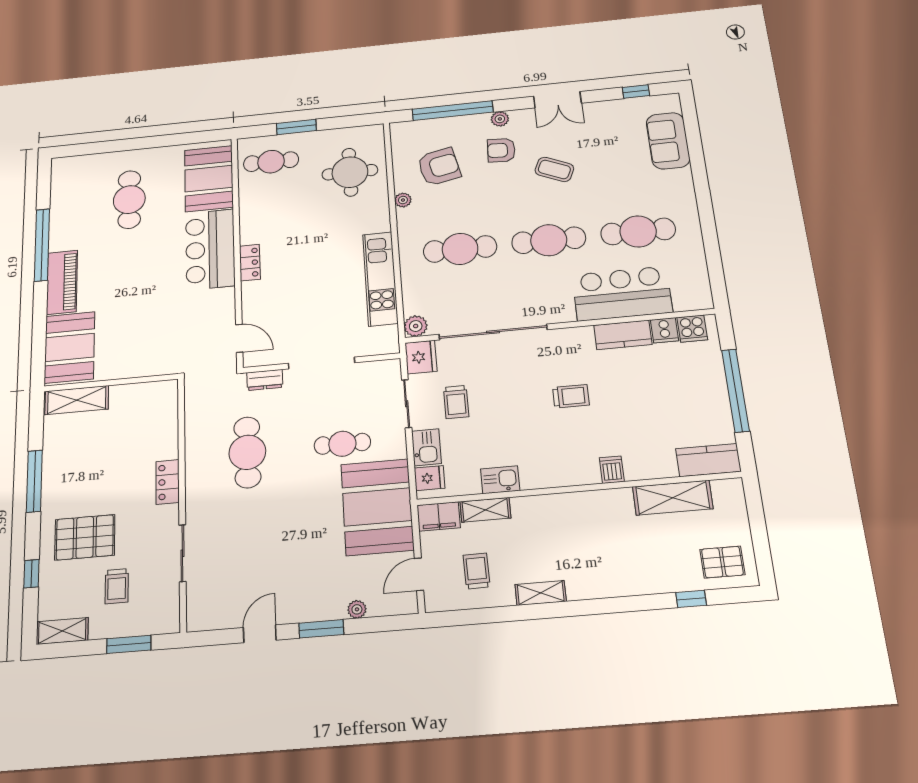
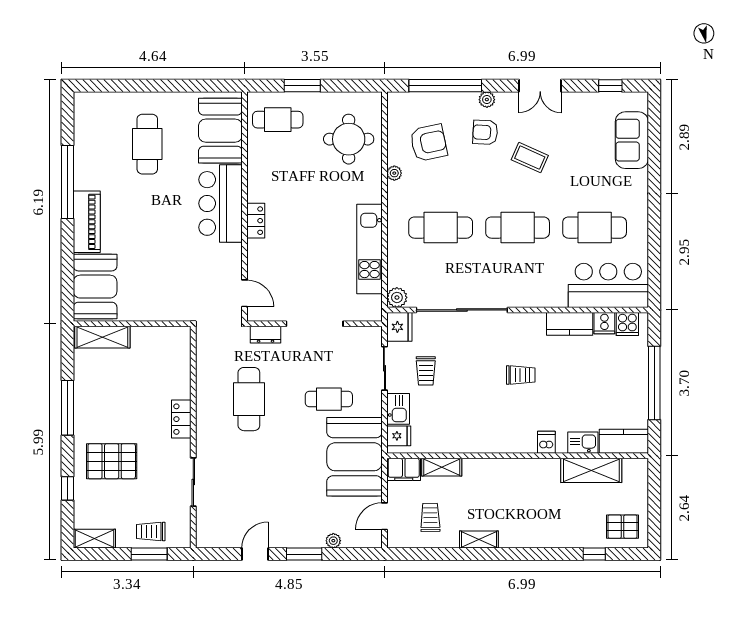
bar counter: (622, 294) -> (608, 285), moved
kitchen sink: (500, 480) -> (583, 443), moved
trolley: (117, 586) -> (151, 531), moved, turned 90

